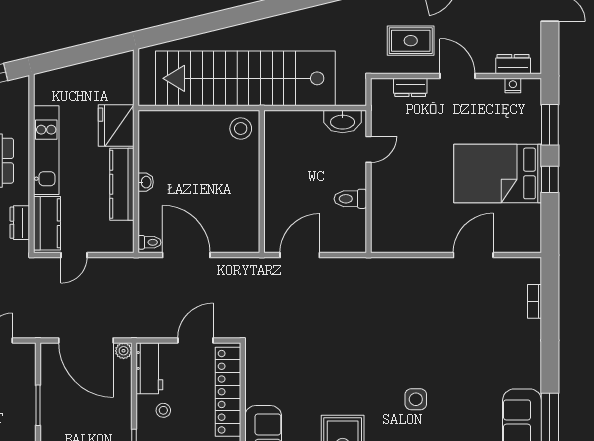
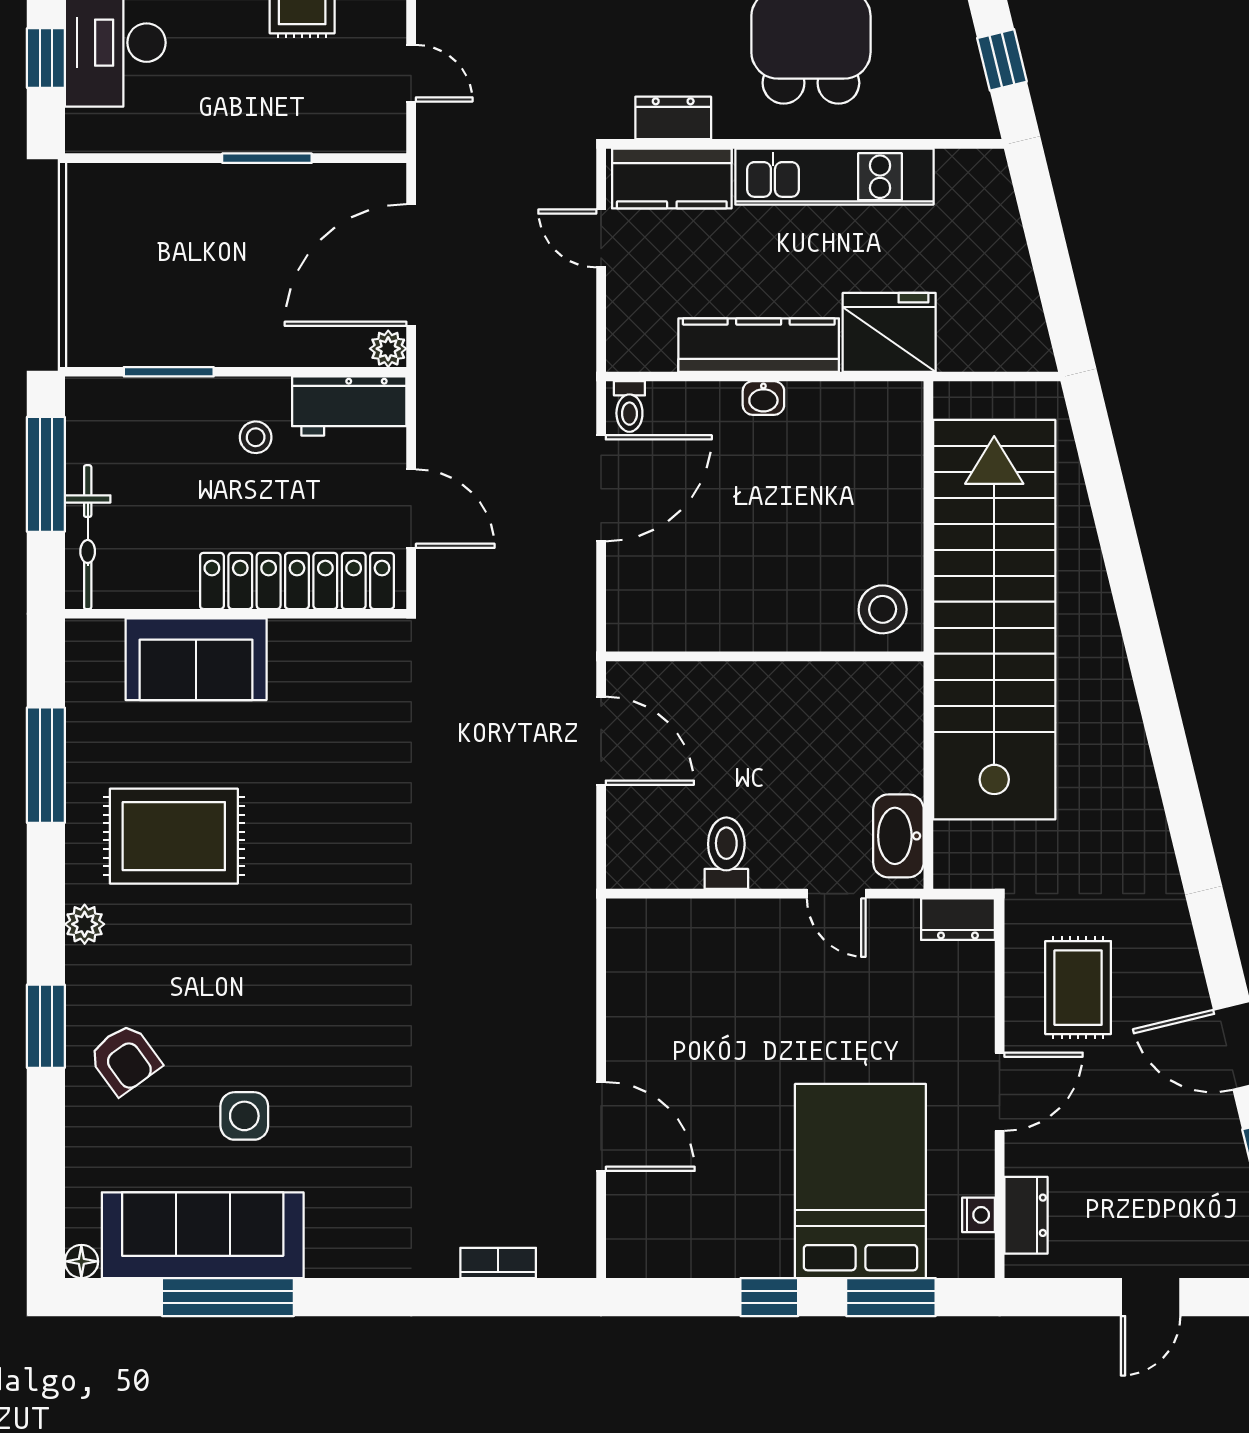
dresser: (410, 87) -> (958, 919), moved, turned -90
bed: (498, 173) -> (860, 1181), moved
side table: (416, 399) -> (244, 1116), moved

